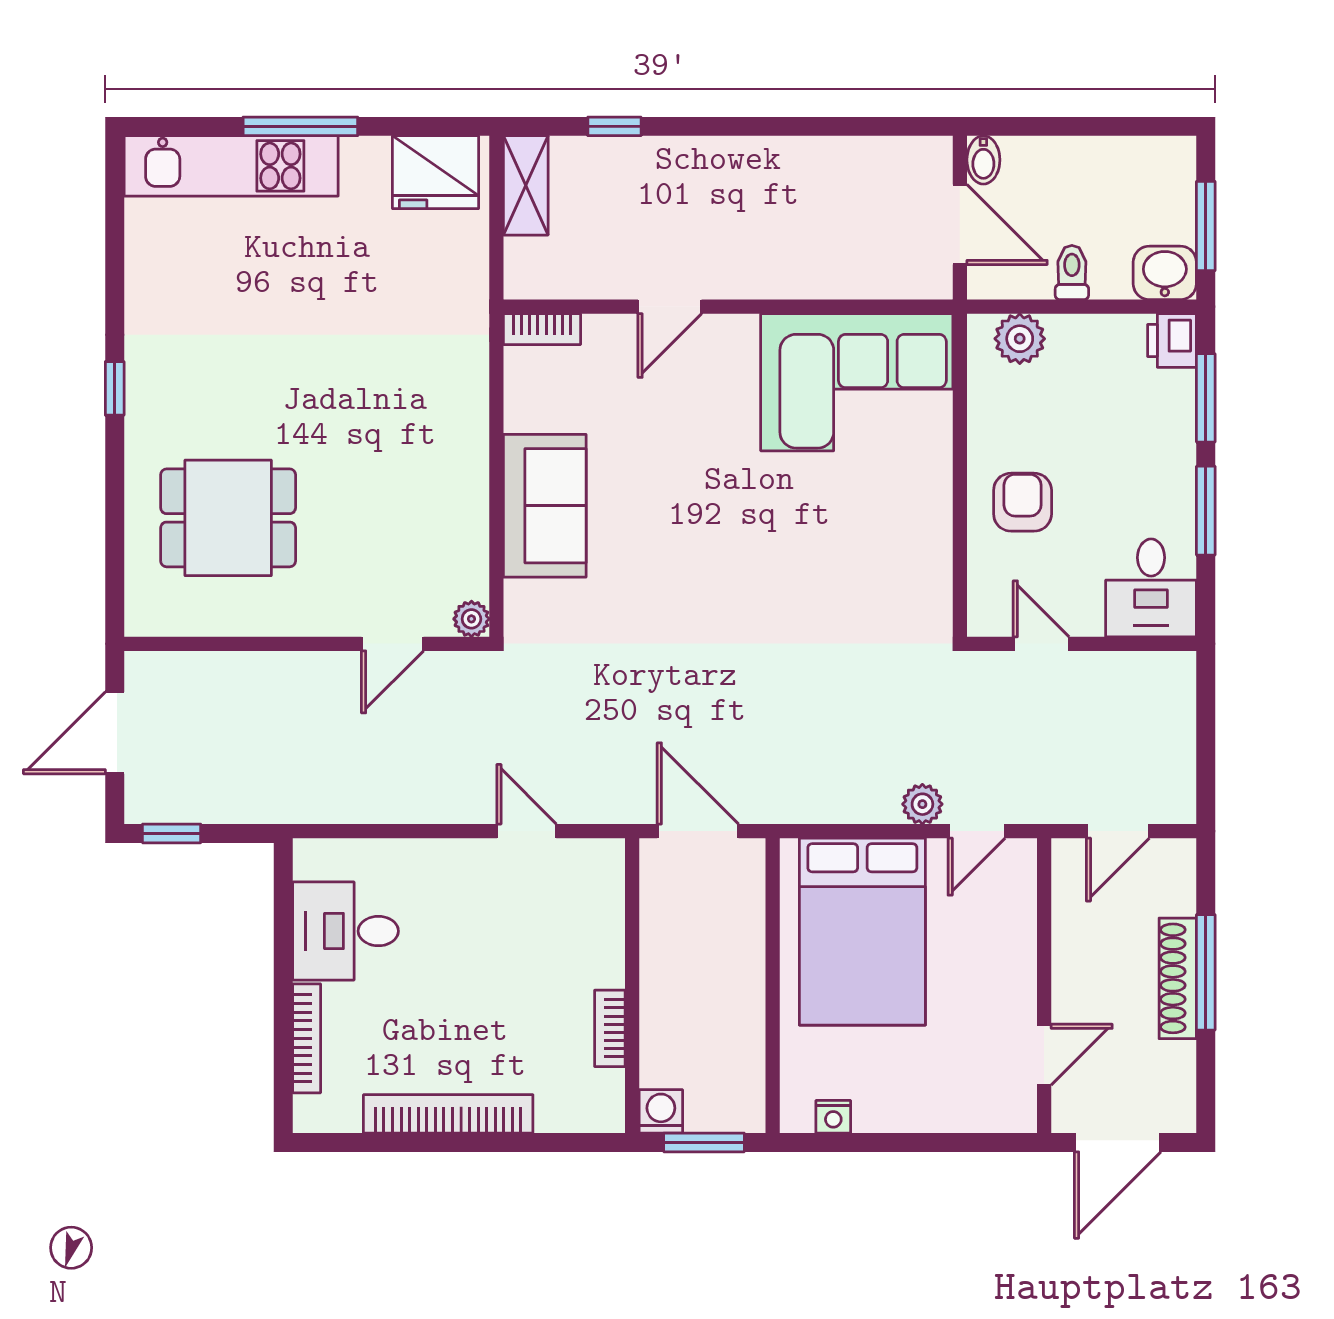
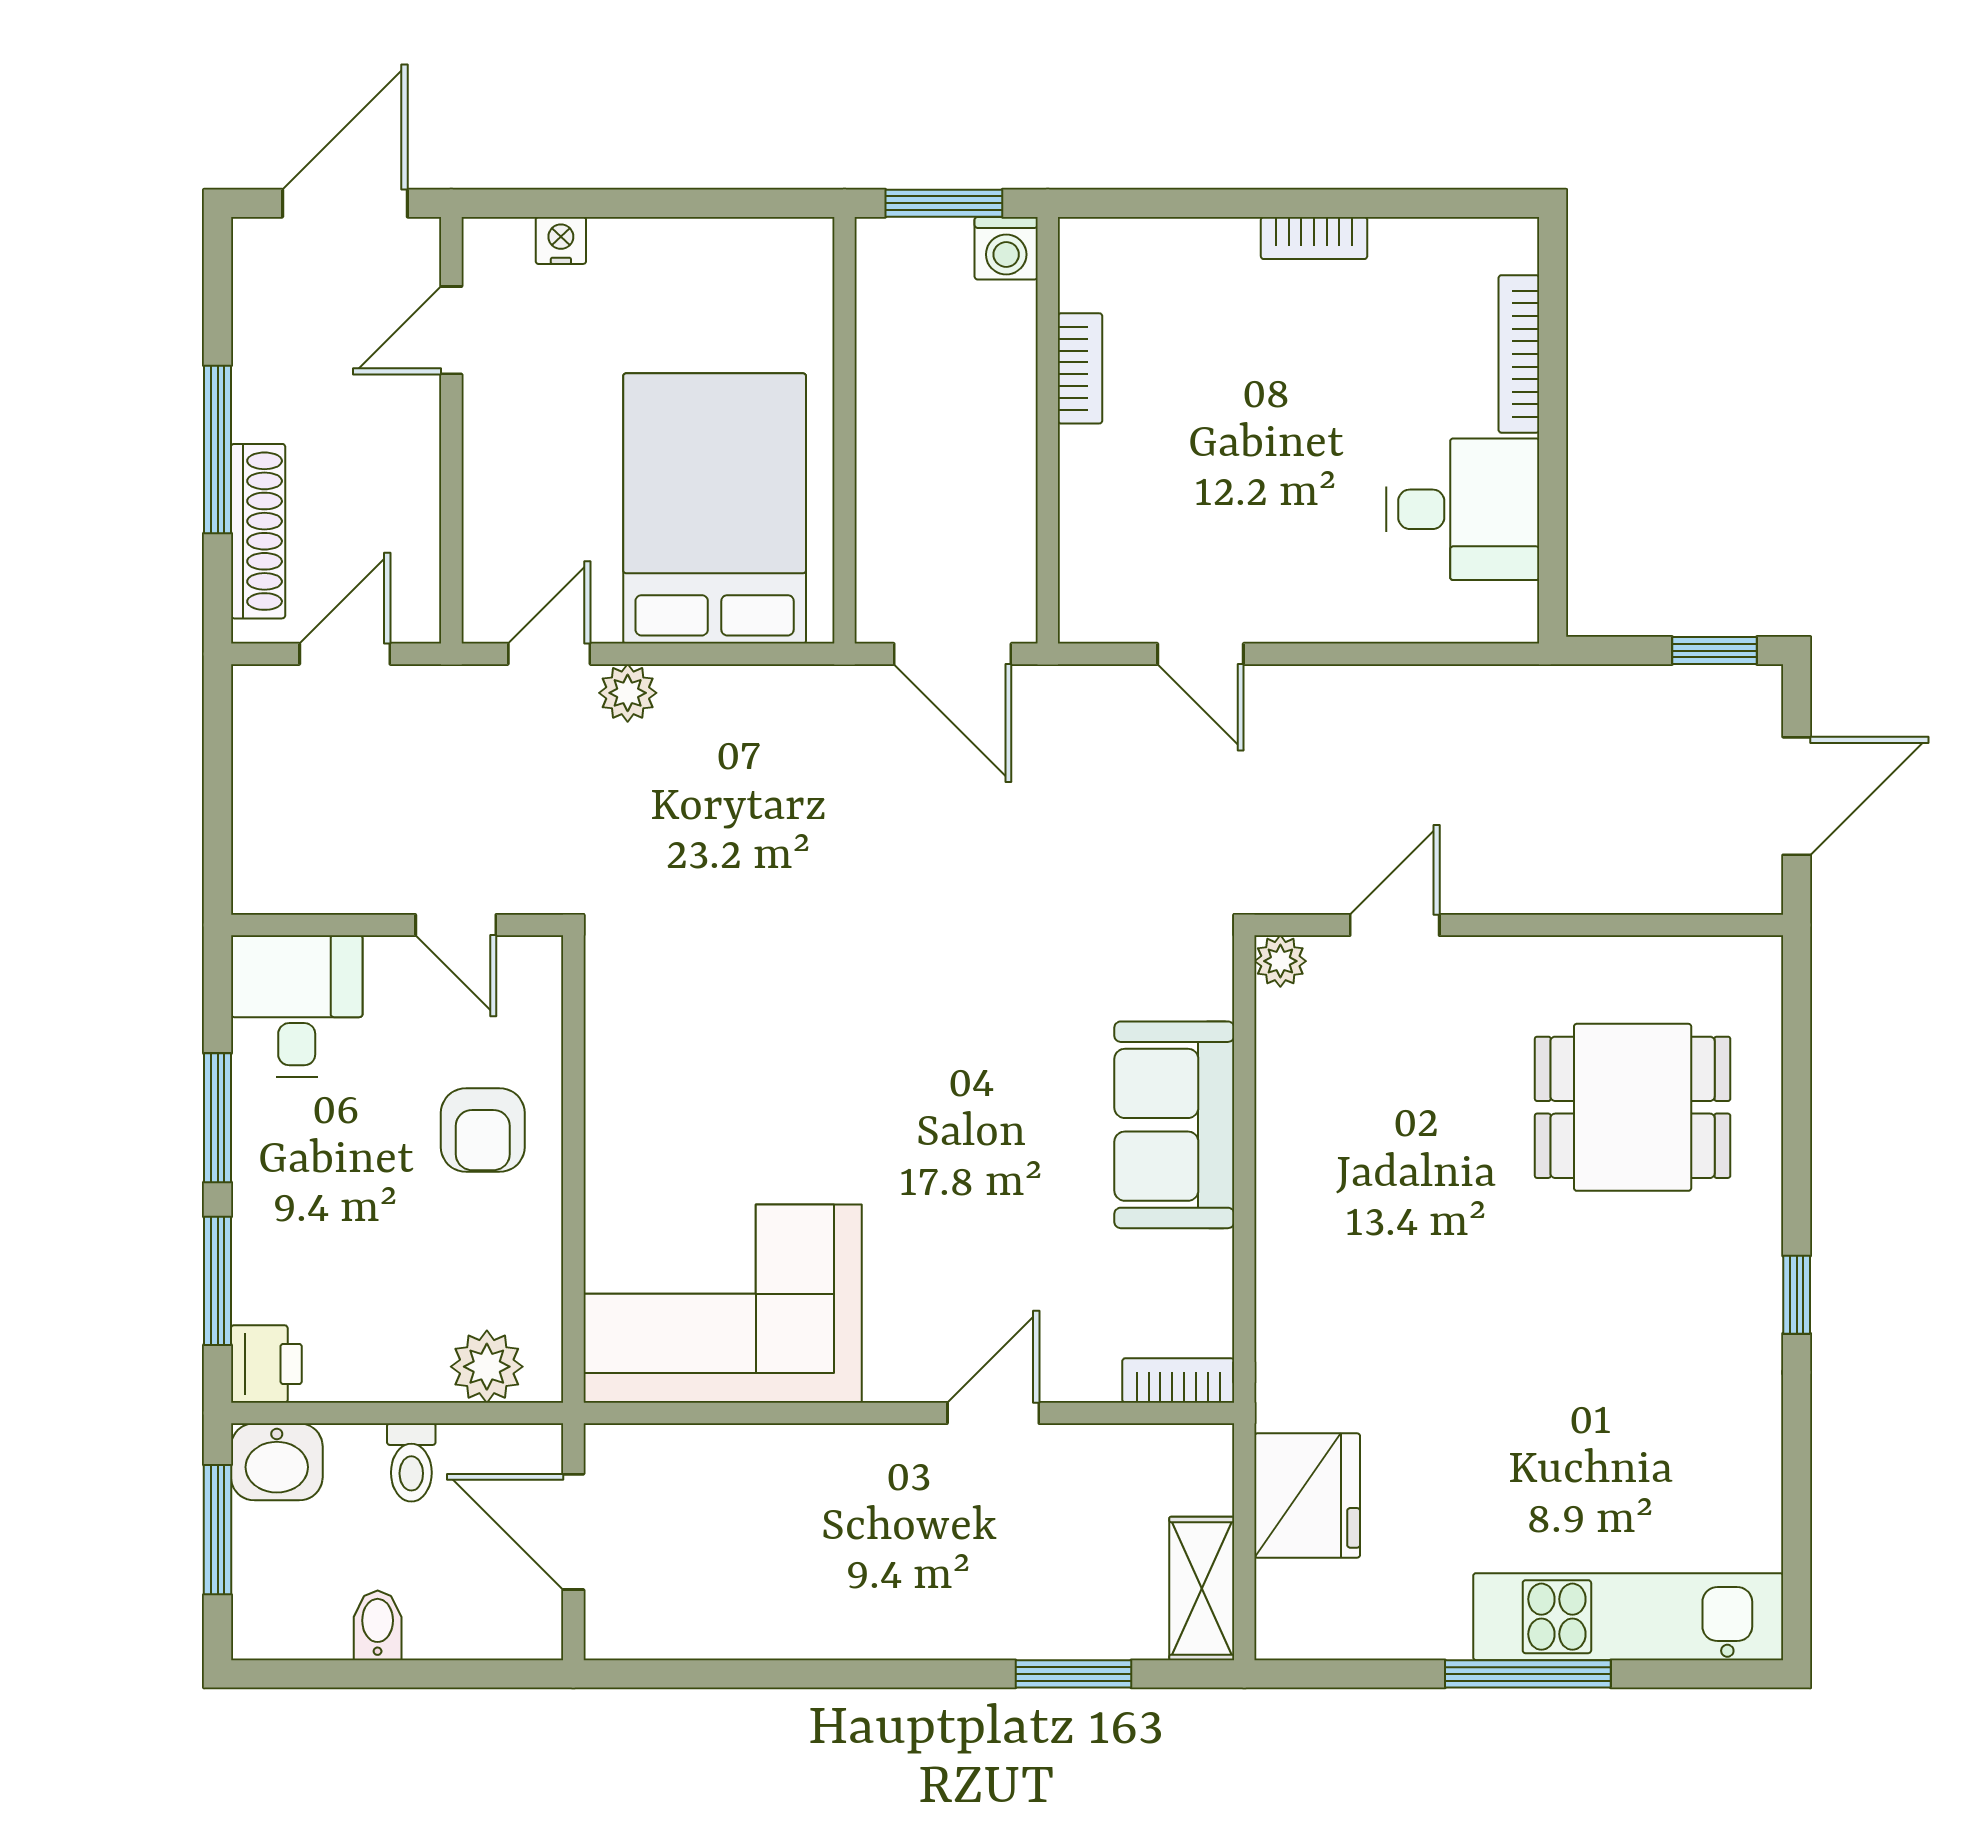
window: (614, 126) -> (1073, 1674), width x1.50
bidet: (983, 160) -> (378, 1625), moved
fridge: (436, 172) -> (1307, 1495), moved, turned 90
shoe rack: (1178, 978) -> (258, 531), moved
bookcase: (448, 1114) -> (1314, 238), width x0.43, depth x0.76
nightstand: (833, 1117) -> (561, 240), moved

